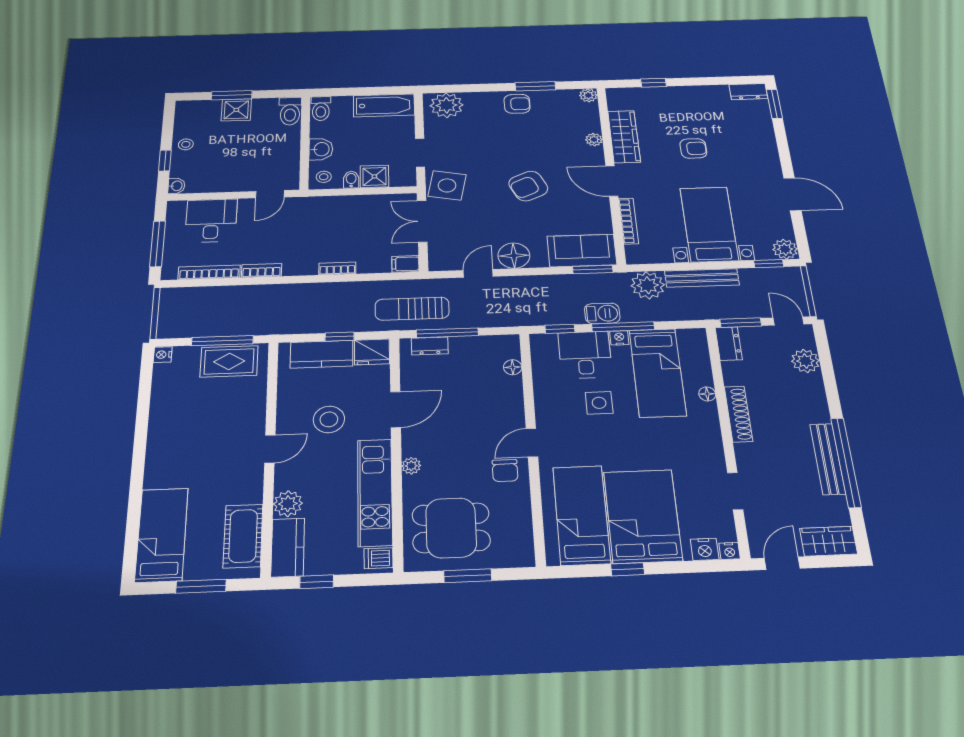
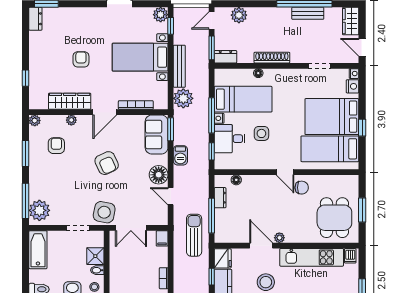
window: (461, 88) -> (26, 201), added
armchair: (517, 104) -> (56, 146), moved
sun lounger: (412, 309) -> (194, 235), turned 180
barbecue: (602, 313) -> (180, 155), moved, turned 180
dresser: (430, 346) -> (220, 198), moved
bench: (828, 459) -> (308, 13), width x0.73
plant: (411, 466) -> (279, 238), moved

